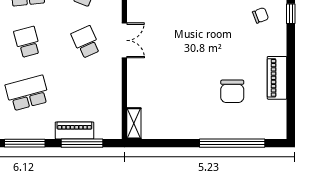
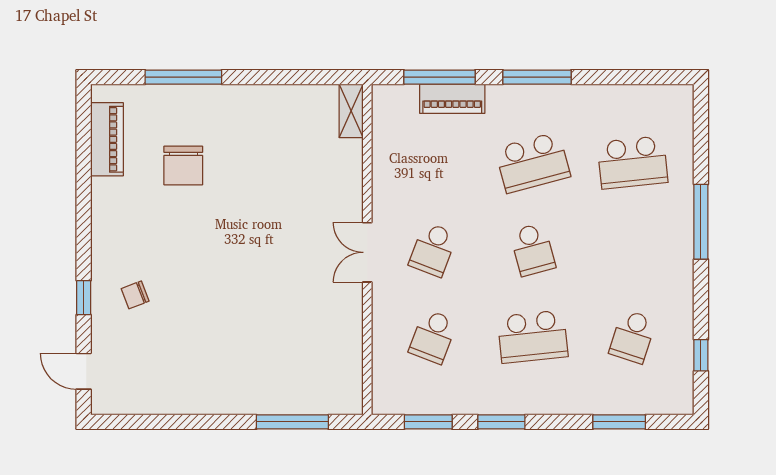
school desk: (86, 42) -> (433, 250), turned 45
piano: (277, 78) -> (107, 139), moved
chair: (232, 91) -> (183, 165), turned 180
window: (232, 143) -> (183, 77), width x0.68

